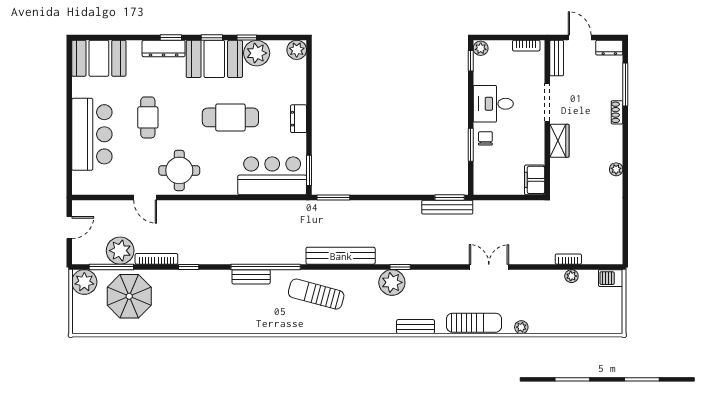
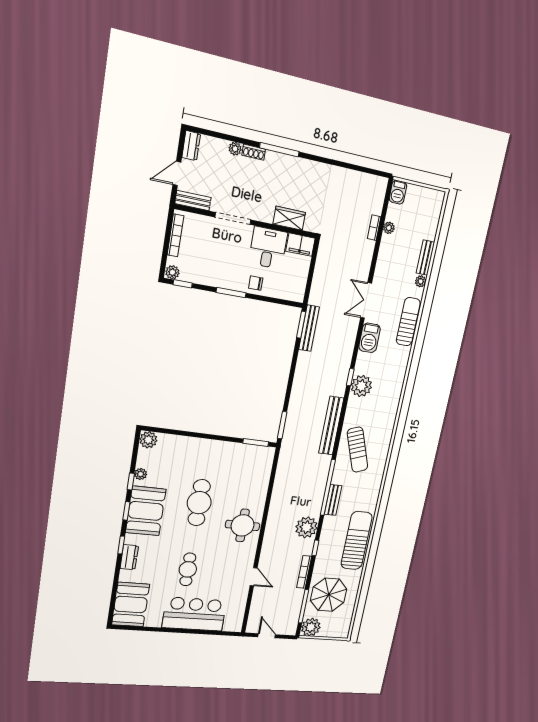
bookcase: (526, 46) -> (175, 235), width x1.56
dresser: (164, 48) -> (129, 557), width x0.70
plant: (257, 53) -> (141, 474), width x0.53, depth x0.53
window: (625, 85) -> (279, 150), moved
desk: (493, 104) -> (268, 248), moved, turned 180
cafe table: (148, 117) -> (188, 569), turned 90
dresser: (299, 119) -> (210, 446), removed
wardrobe: (559, 141) -> (289, 218), moved
window: (471, 145) -> (231, 293), moved
plant: (616, 169) -> (235, 149), moved
round table: (179, 170) -> (243, 525), moved
bar counter: (272, 176) -> (255, 474), removed
door: (145, 197) -> (254, 577), hinge flipped
plant: (120, 251) -> (306, 527), moved
barbecue: (448, 280) -> (370, 338), added
sun lounger: (316, 294) -> (358, 450), turned -35
sun lounger: (203, 317) -> (357, 541), added
bench: (416, 327) -> (425, 258), moved

